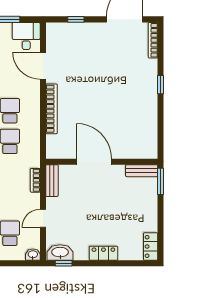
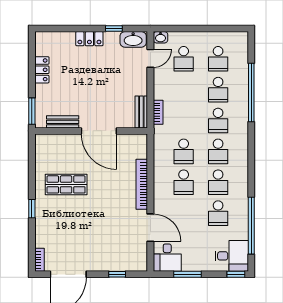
bookcase: (153, 40) -> (39, 260), width x0.64
shop shelf: (127, 109) -> (66, 184), added
bench: (142, 171) -> (63, 122), moved
door: (43, 218) -> (150, 58), moved
locker: (151, 246) -> (42, 70), moved
window: (64, 263) -> (114, 29), moved

